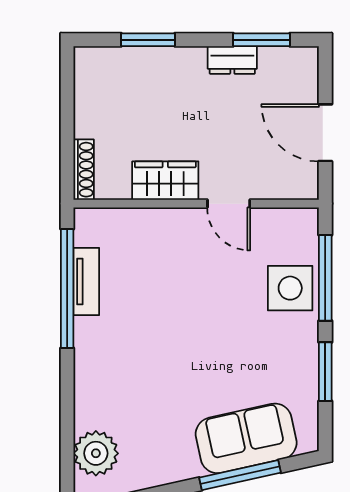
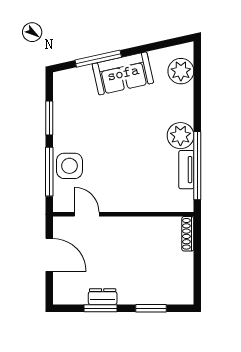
window: (261, 40) -> (100, 308), moved
wardrobe: (165, 181) -> (141, 227), removed
door: (229, 204) -> (87, 214), moved
plant: (97, 341) -> (180, 136), added
sofa: (246, 438) -> (123, 73), moved

